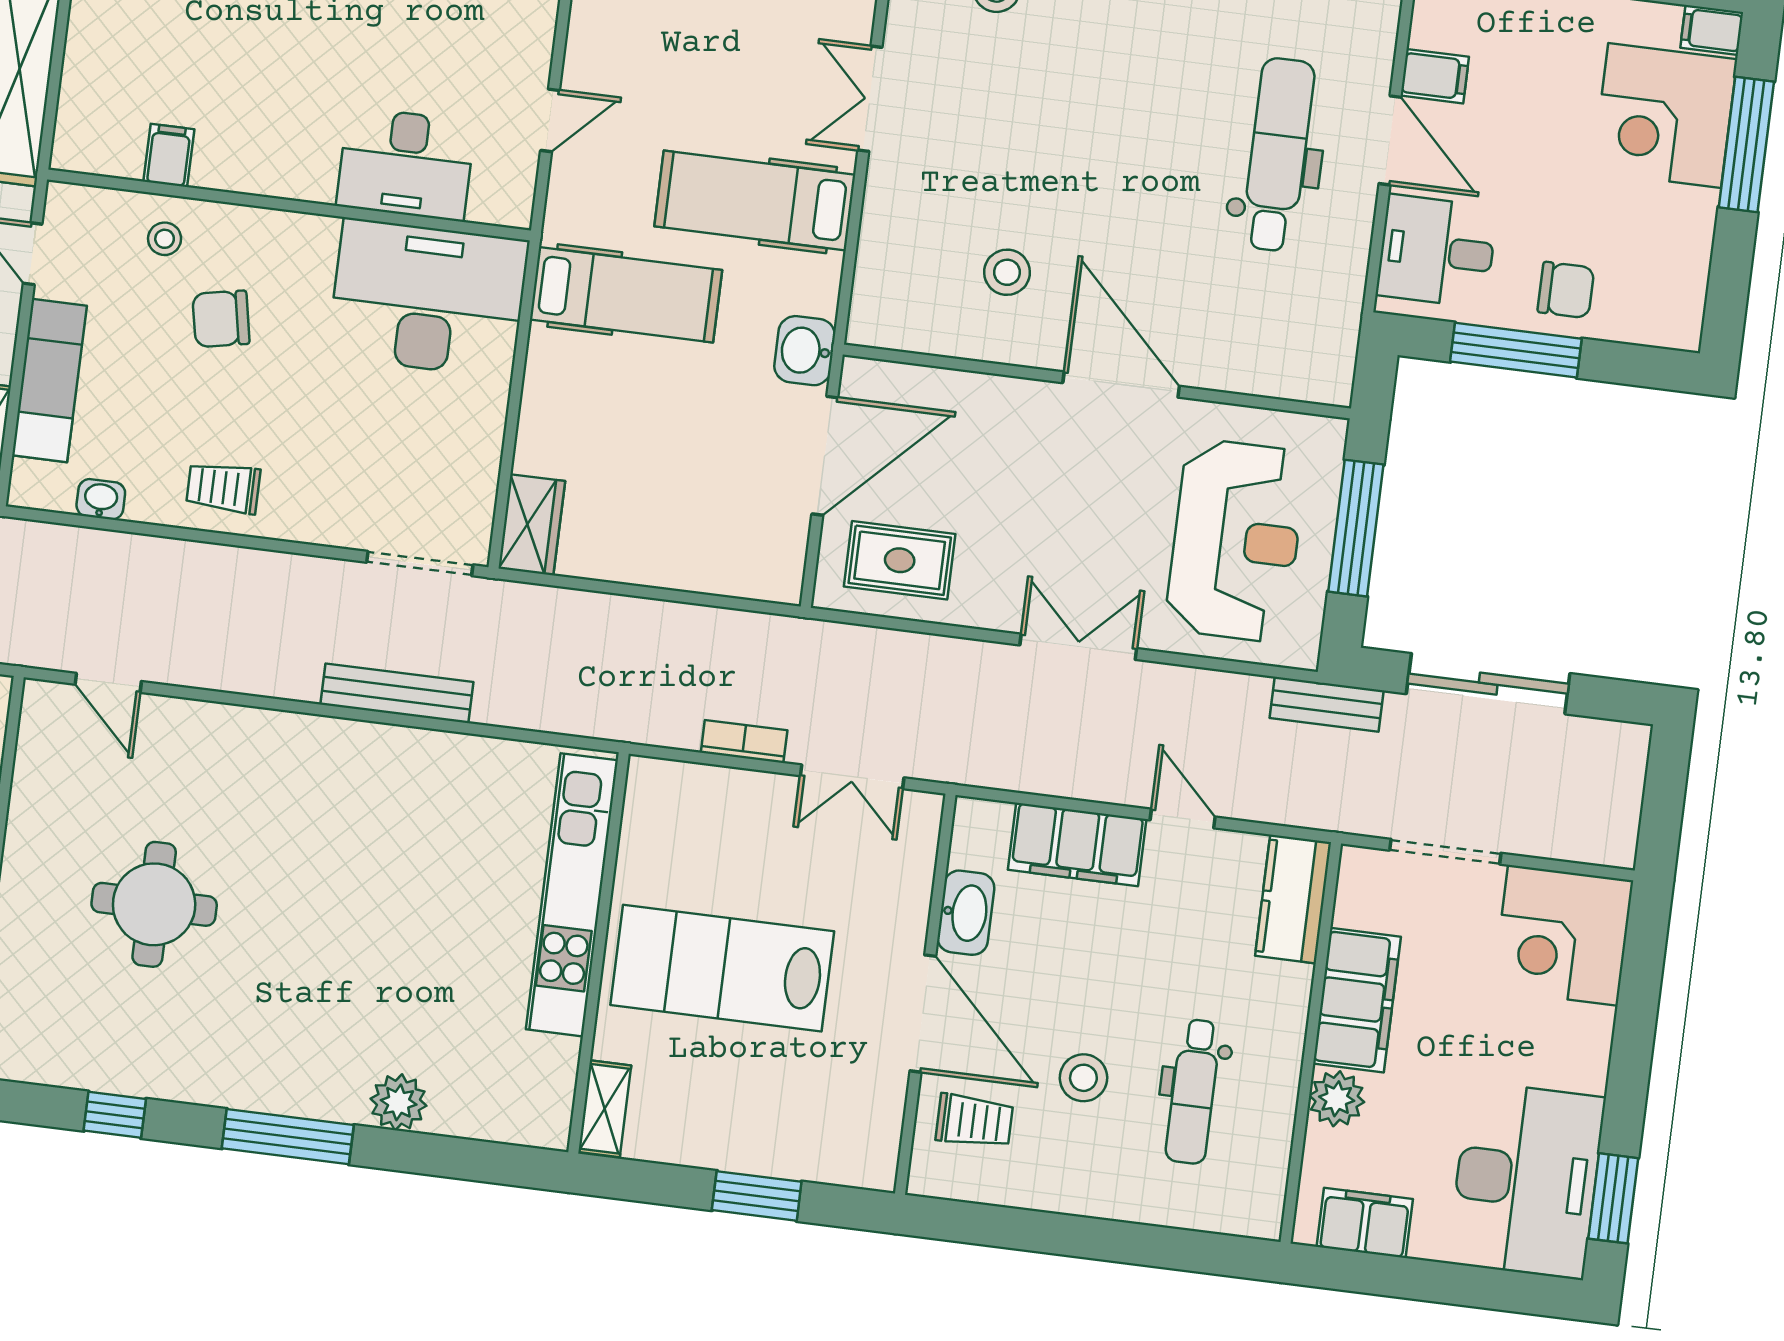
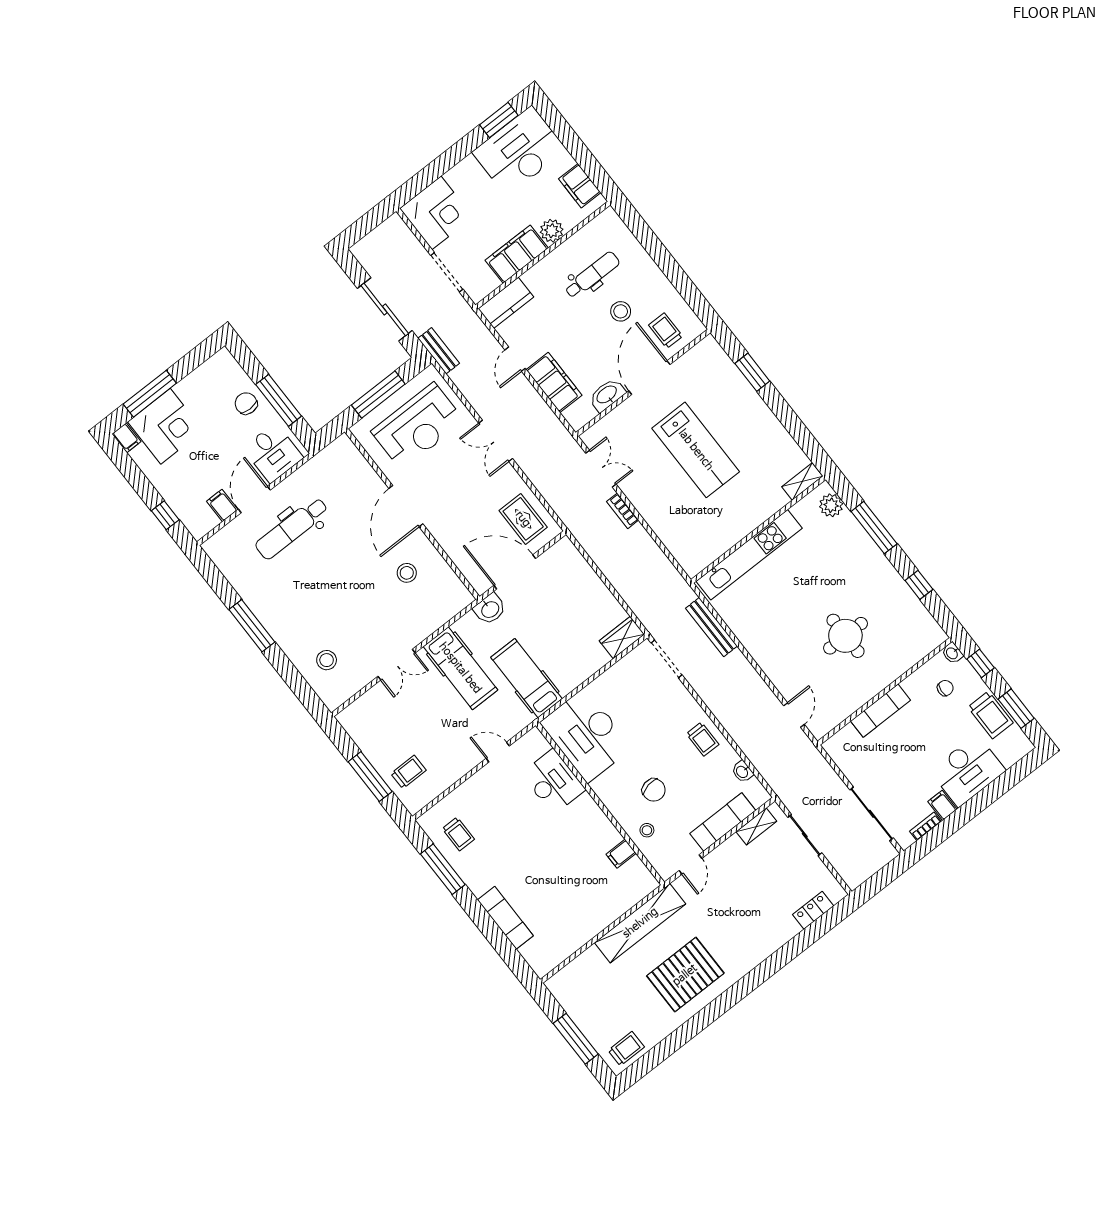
reception desk: (1236, 541) -> (418, 426), turned 180
kitchen unit: (572, 895) -> (749, 555), moved
wall: (598, 953) -> (758, 530), moved
shelving: (605, 1109) -> (802, 482), moved

